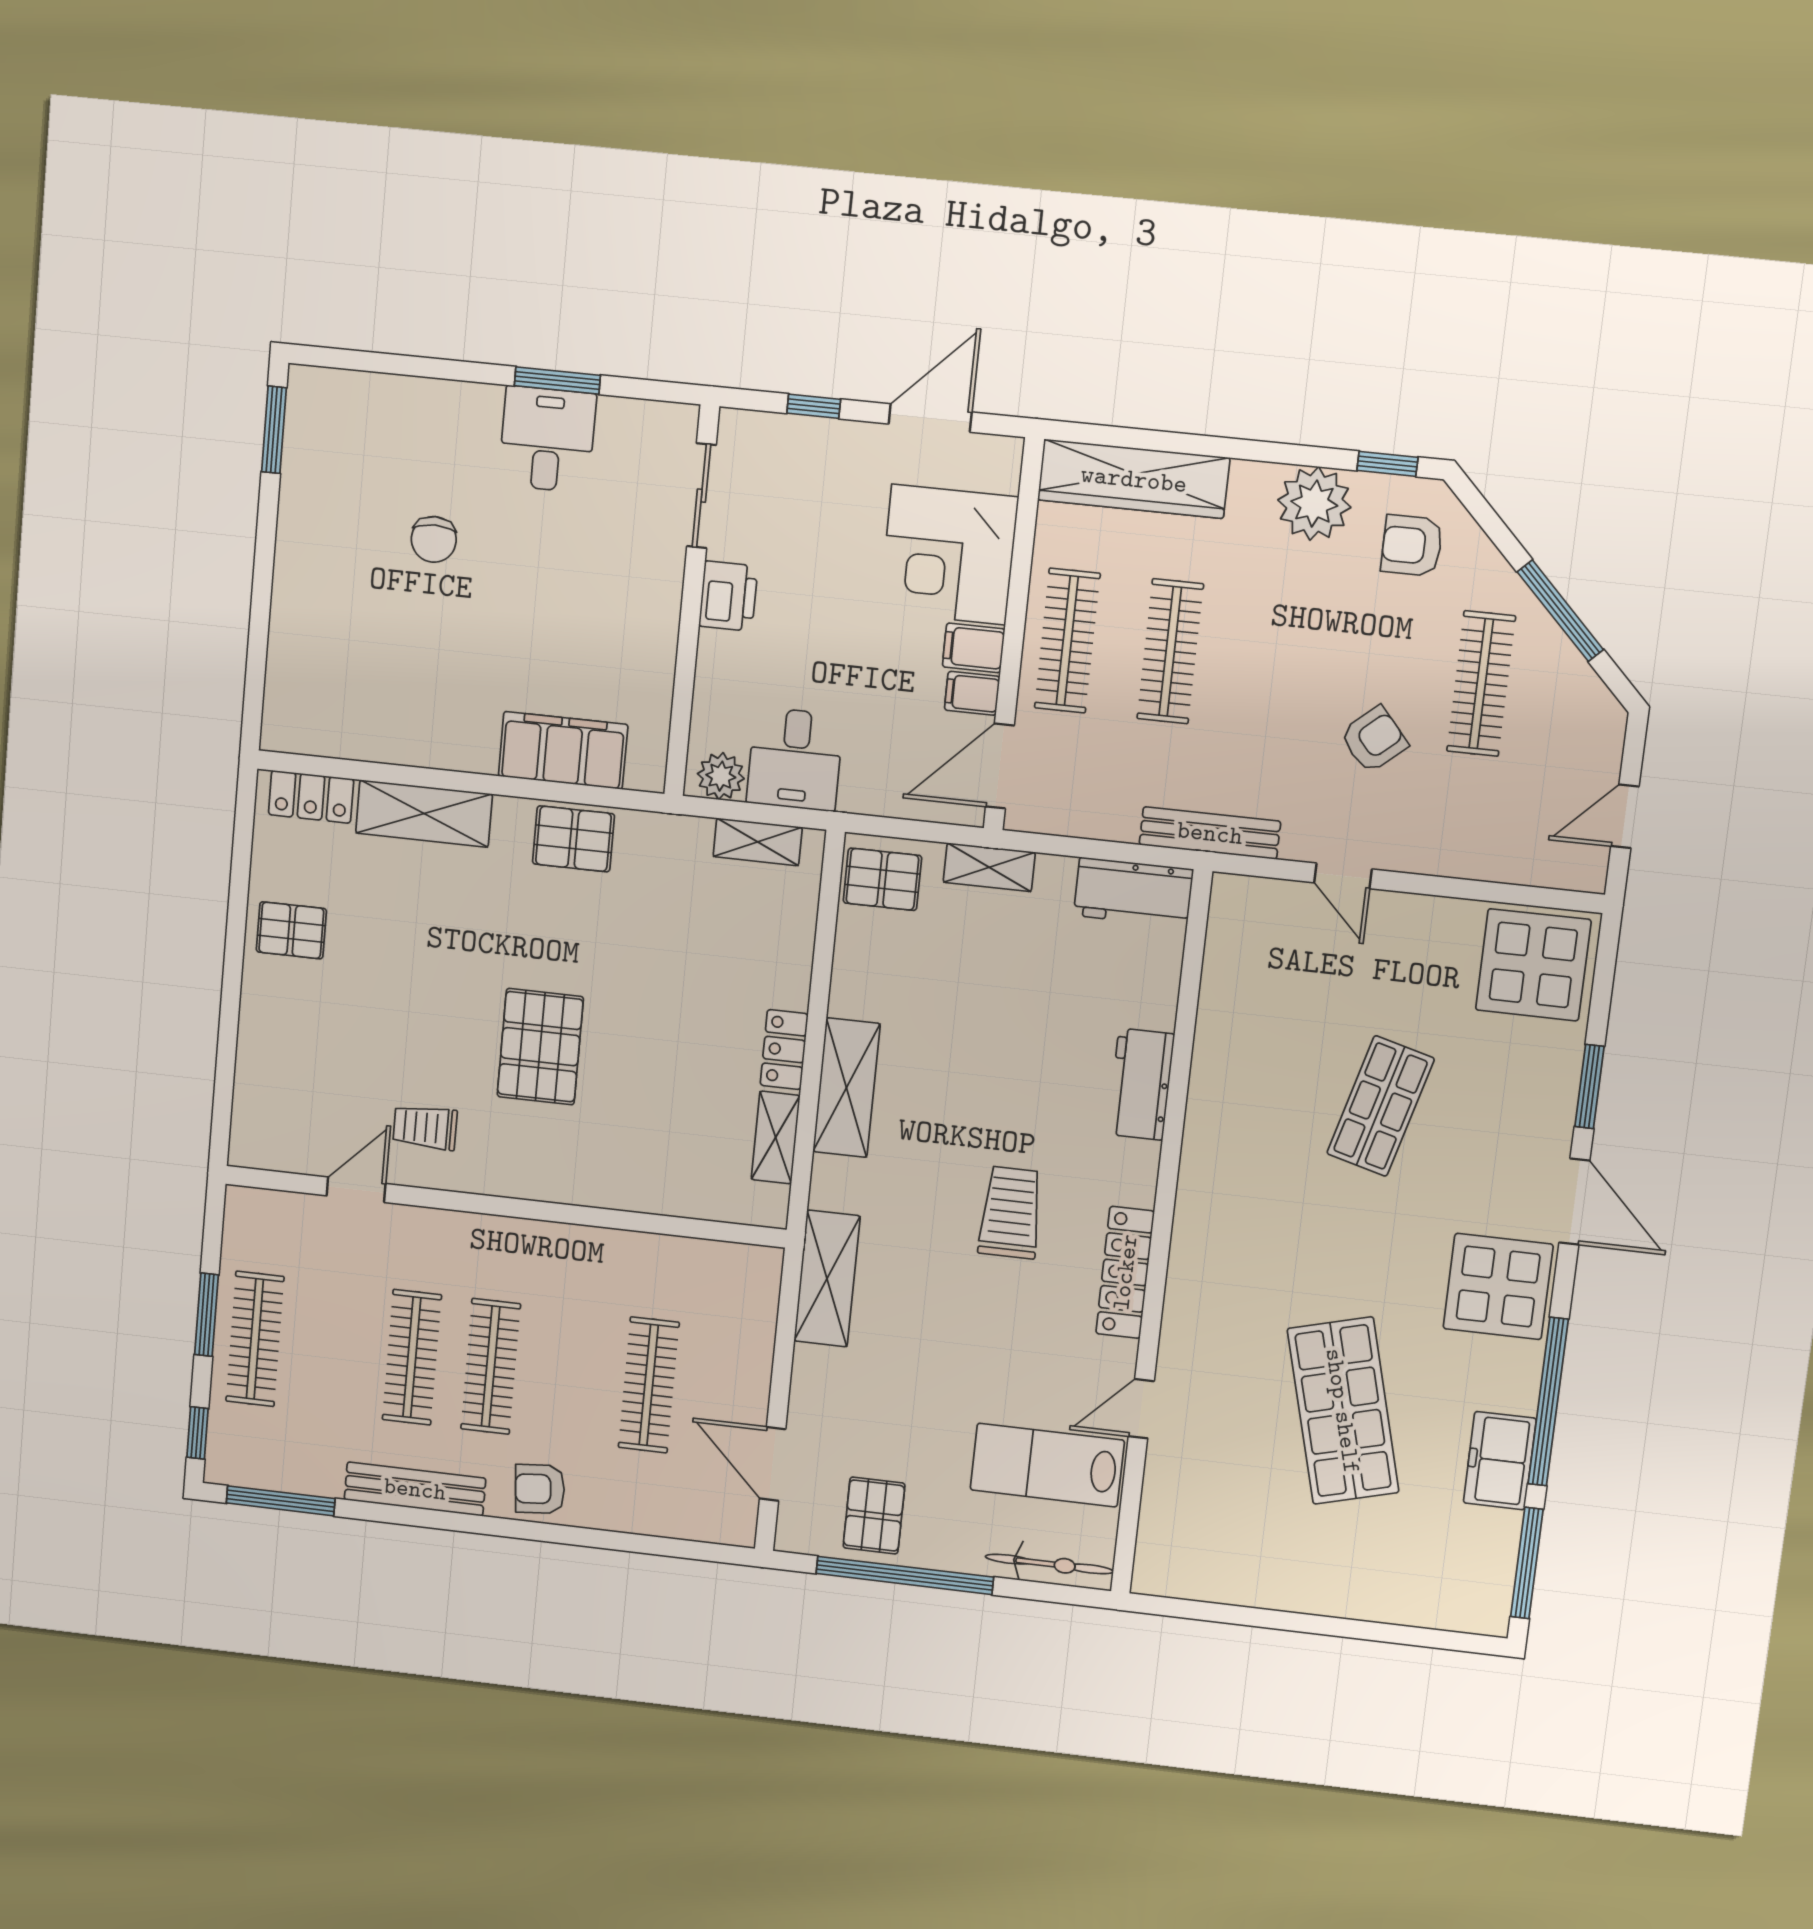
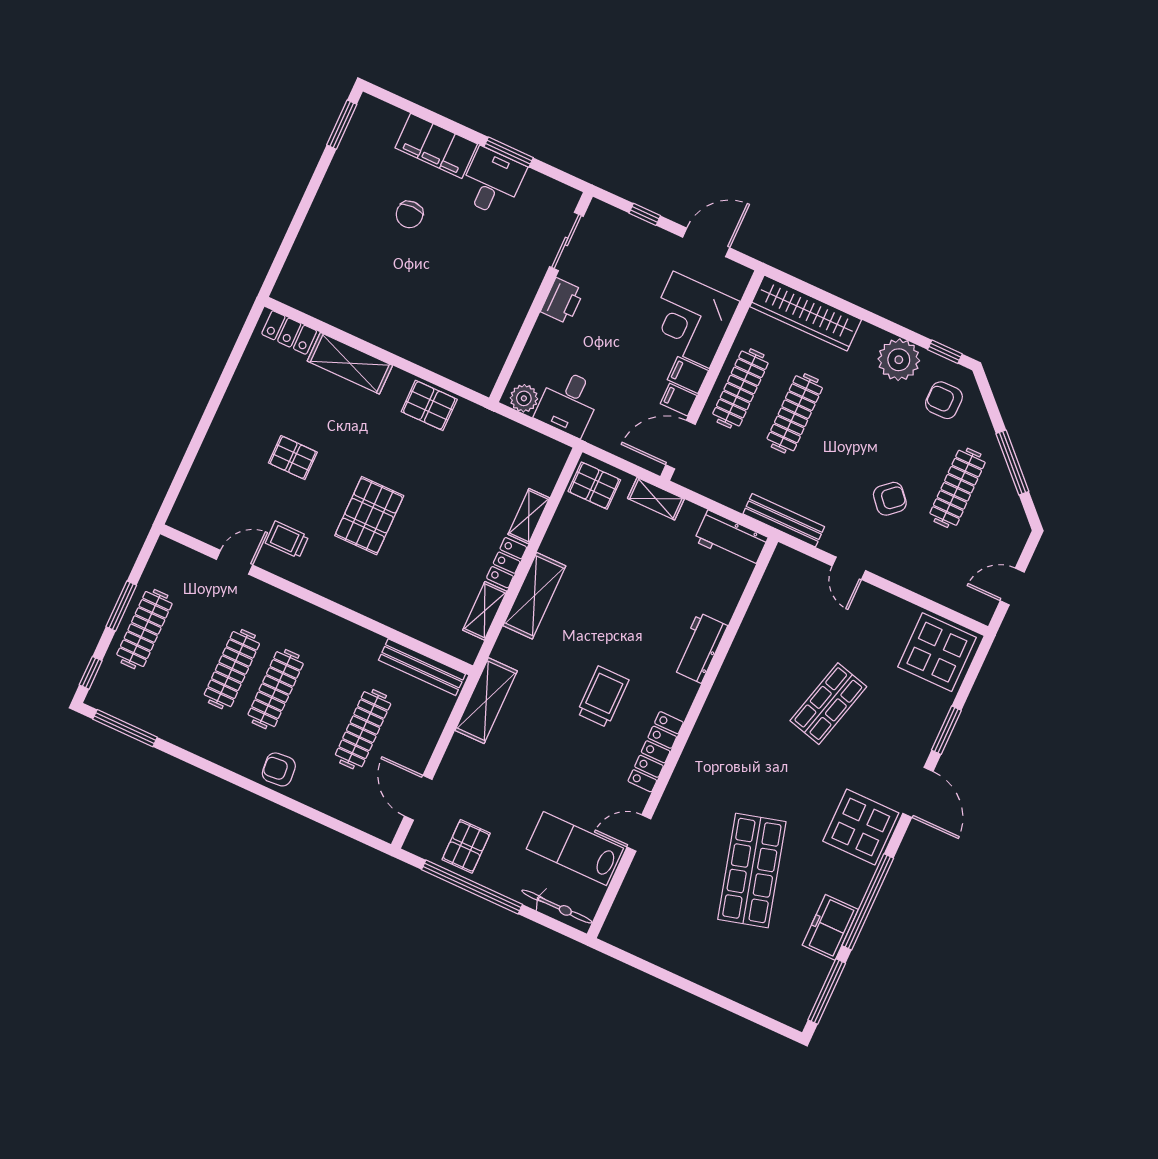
filing cabinet: (563, 750) -> (436, 146), moved, turned 180
shelving: (758, 842) -> (529, 516), moved, turned 90
pallet: (291, 930) -> (293, 458), moved
bench: (415, 1489) -> (422, 667), moved

